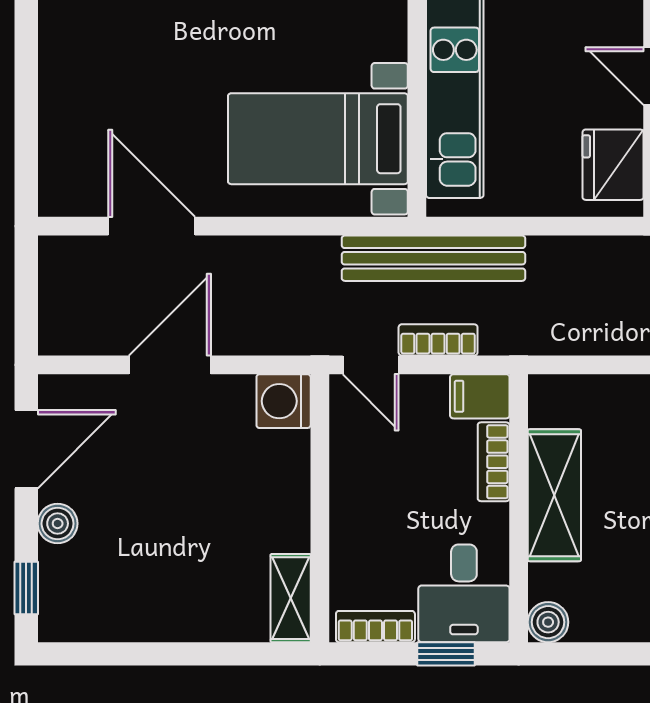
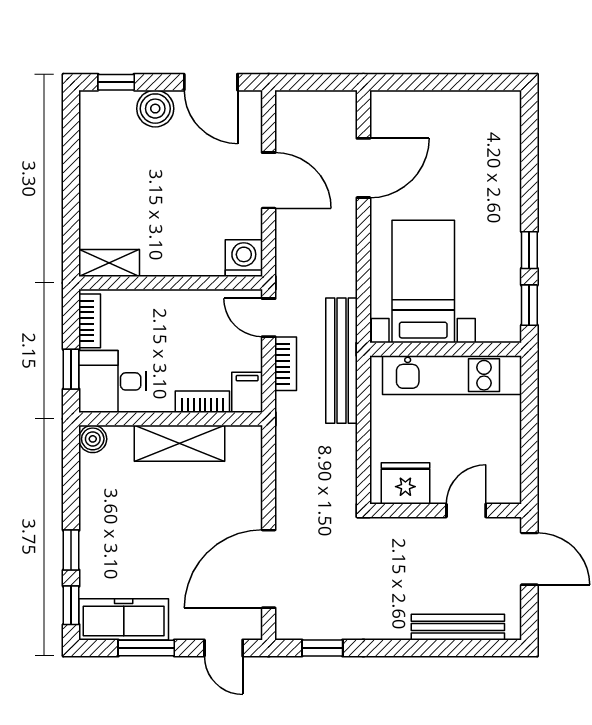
door: (371, 365) -> (269, 318), hinge flipped
boiler: (58, 524) -> (155, 109), width x1.36, depth x1.36

